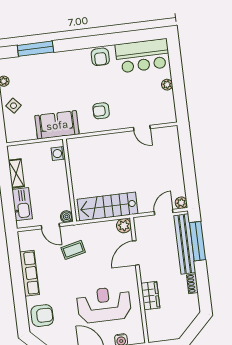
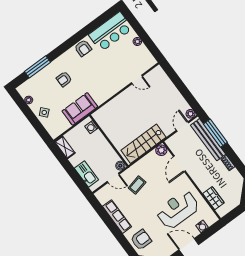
armchair: (101, 111) -> (64, 79), moved
shelving: (16, 173) -> (65, 147), moved
wardrobe: (150, 296) -> (214, 198), moved

